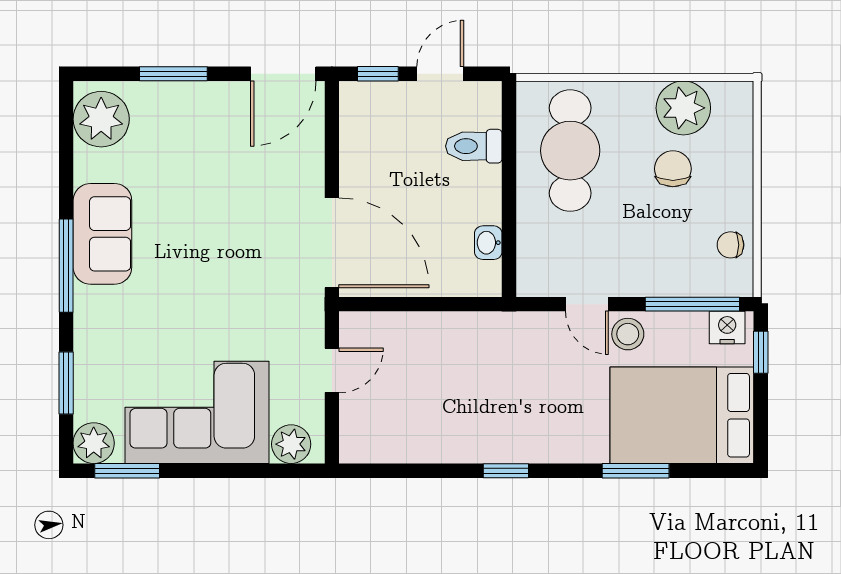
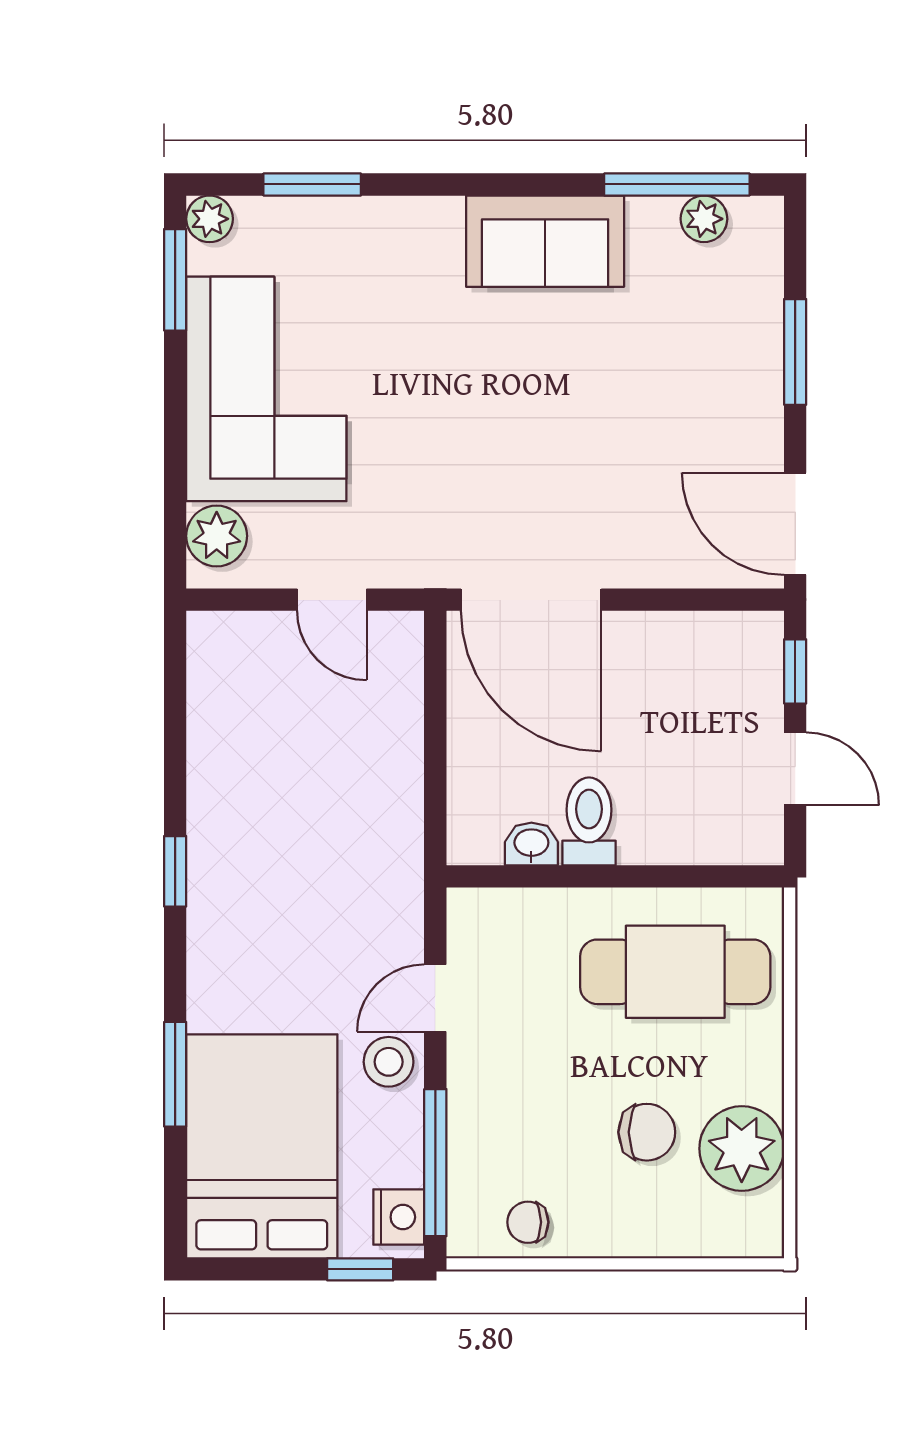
plant: (101, 119) -> (704, 219), width x0.53, depth x0.53
toilet: (474, 146) -> (589, 821), moved
door: (332, 243) -> (531, 600), hinge flipped
chair: (730, 245) -> (528, 1222), turned -90
window: (66, 266) -> (677, 184), moved
plant: (94, 443) -> (210, 219), width x0.73, depth x0.73

